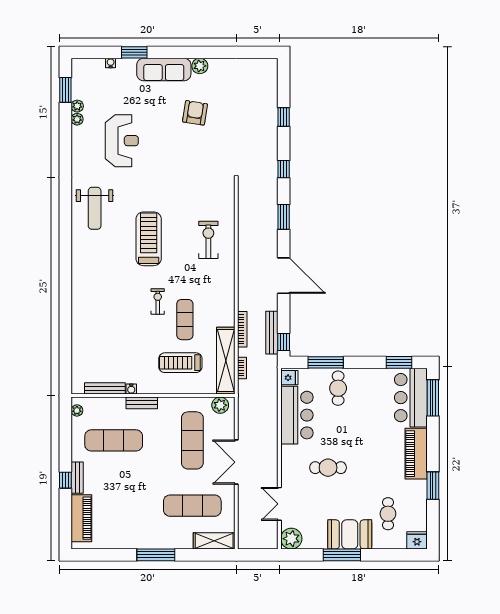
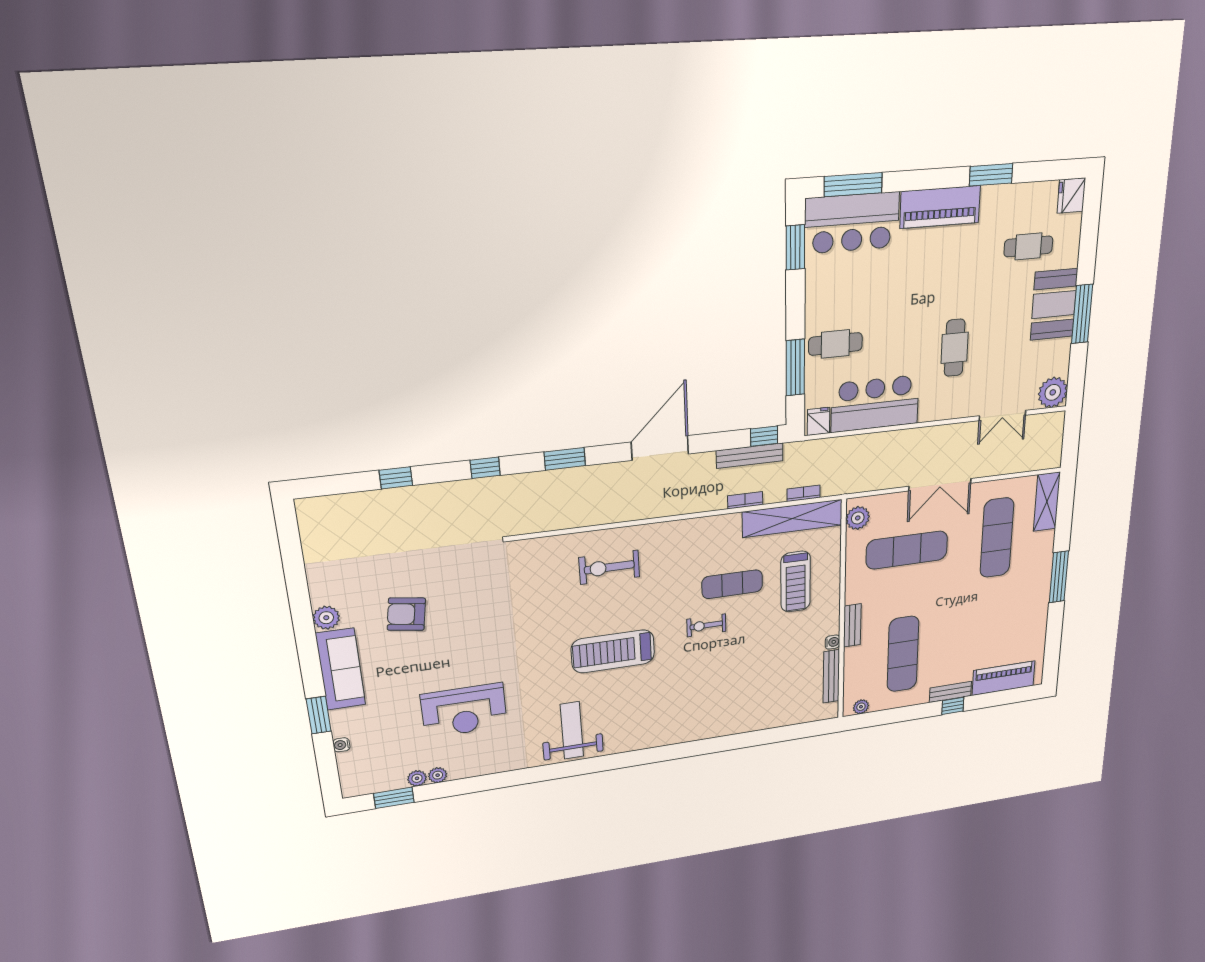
reception desk: (122, 141) -> (464, 710), turned 180
weight bench: (95, 208) -> (572, 730), turned -90
bookcase: (242, 329) -> (745, 500), width x0.64

